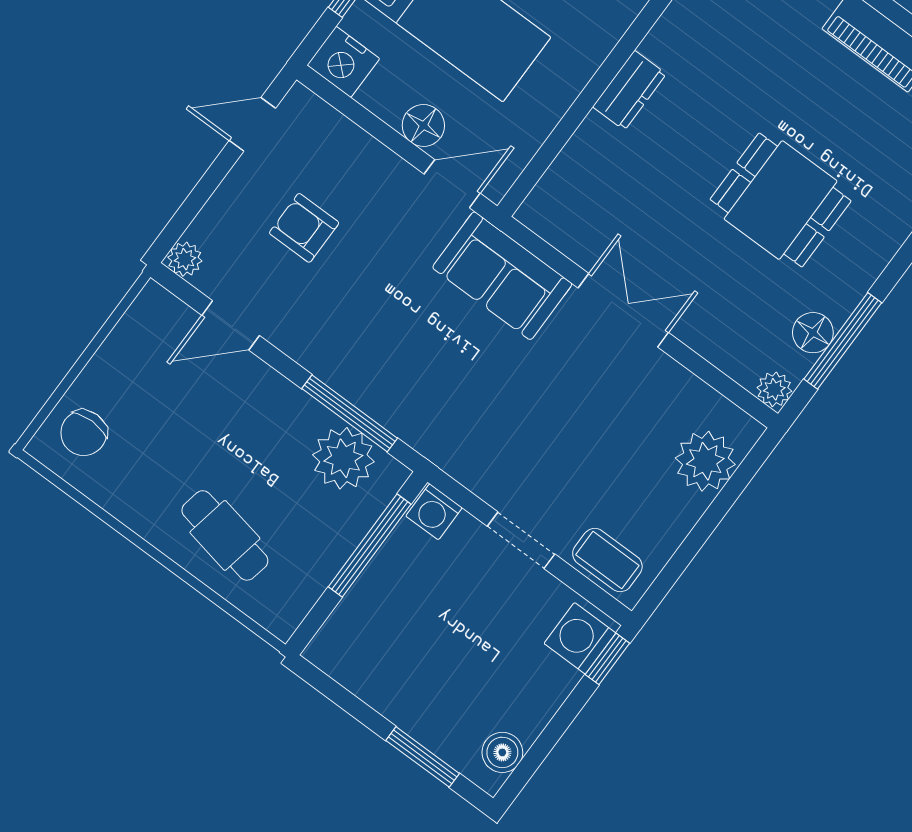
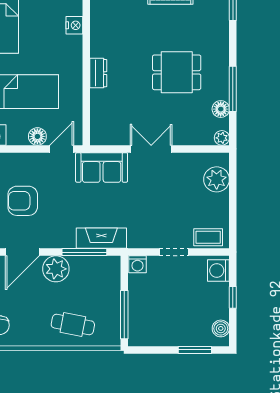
armchair: (304, 228) -> (23, 201), width x1.38, depth x1.38
door: (231, 325) -> (22, 252), width x1.38
window: (843, 341) -> (233, 89), moved
fireplace: (402, 411) -> (101, 238), added
plant: (343, 458) -> (56, 269), moved
window: (370, 546) -> (124, 315), moved
window: (607, 659) -> (233, 297), moved

